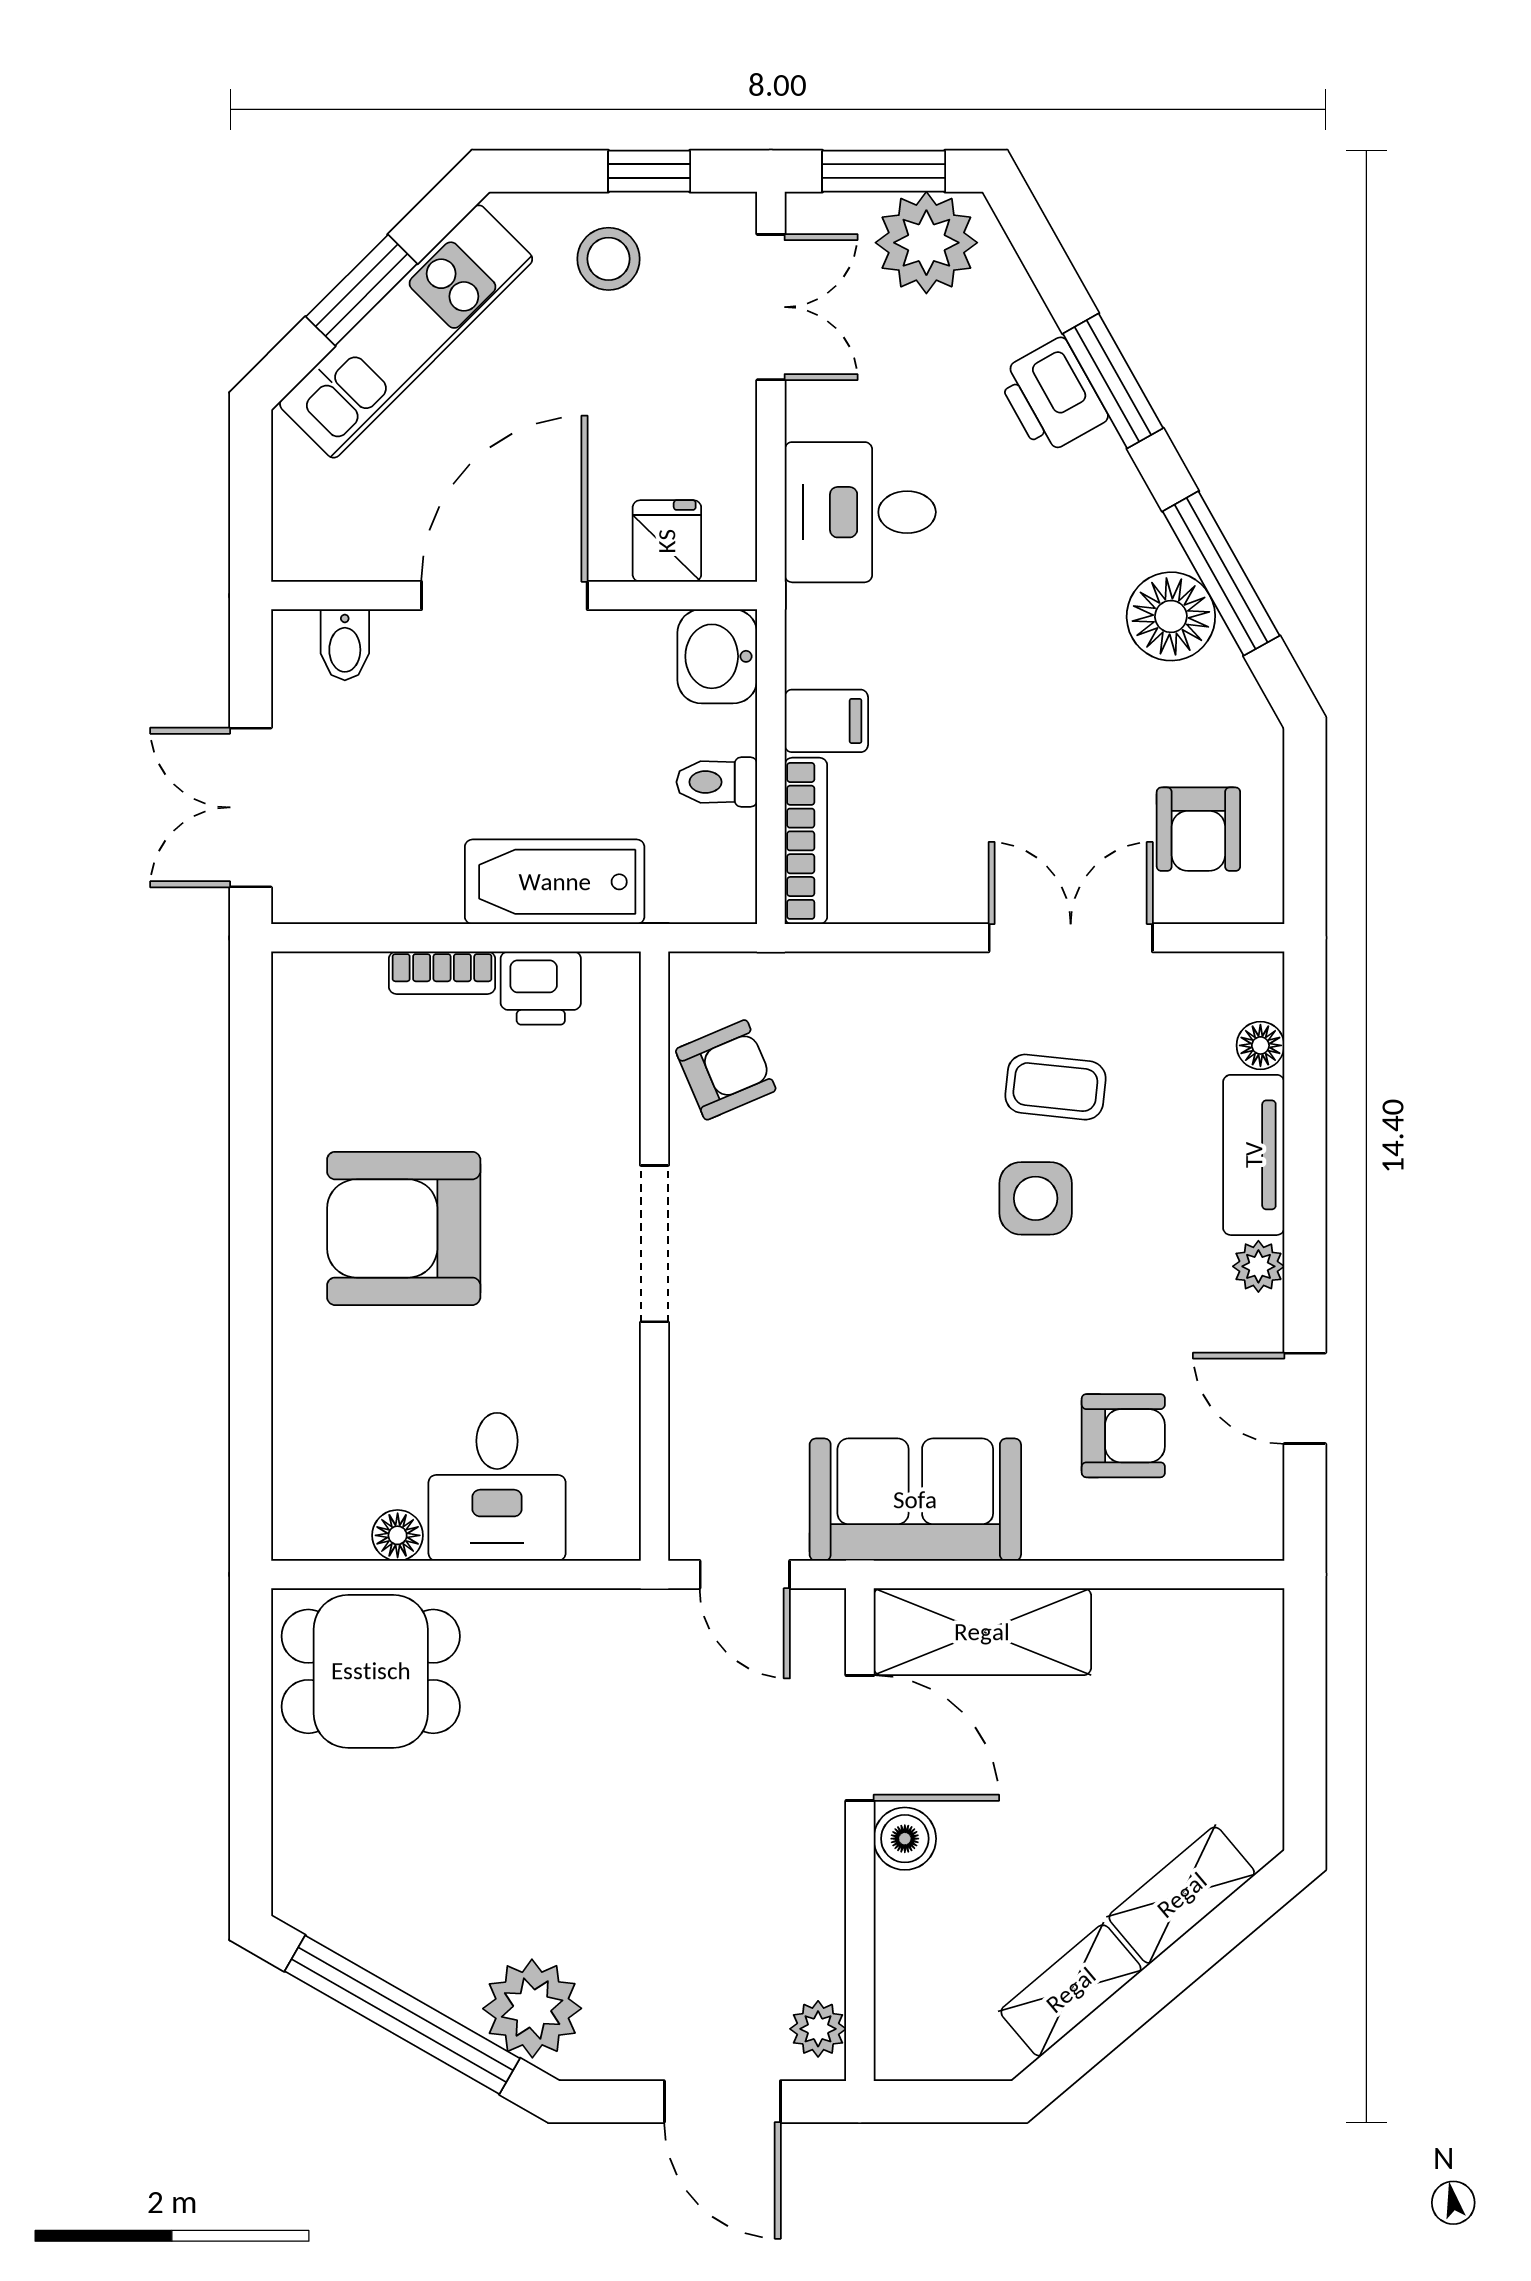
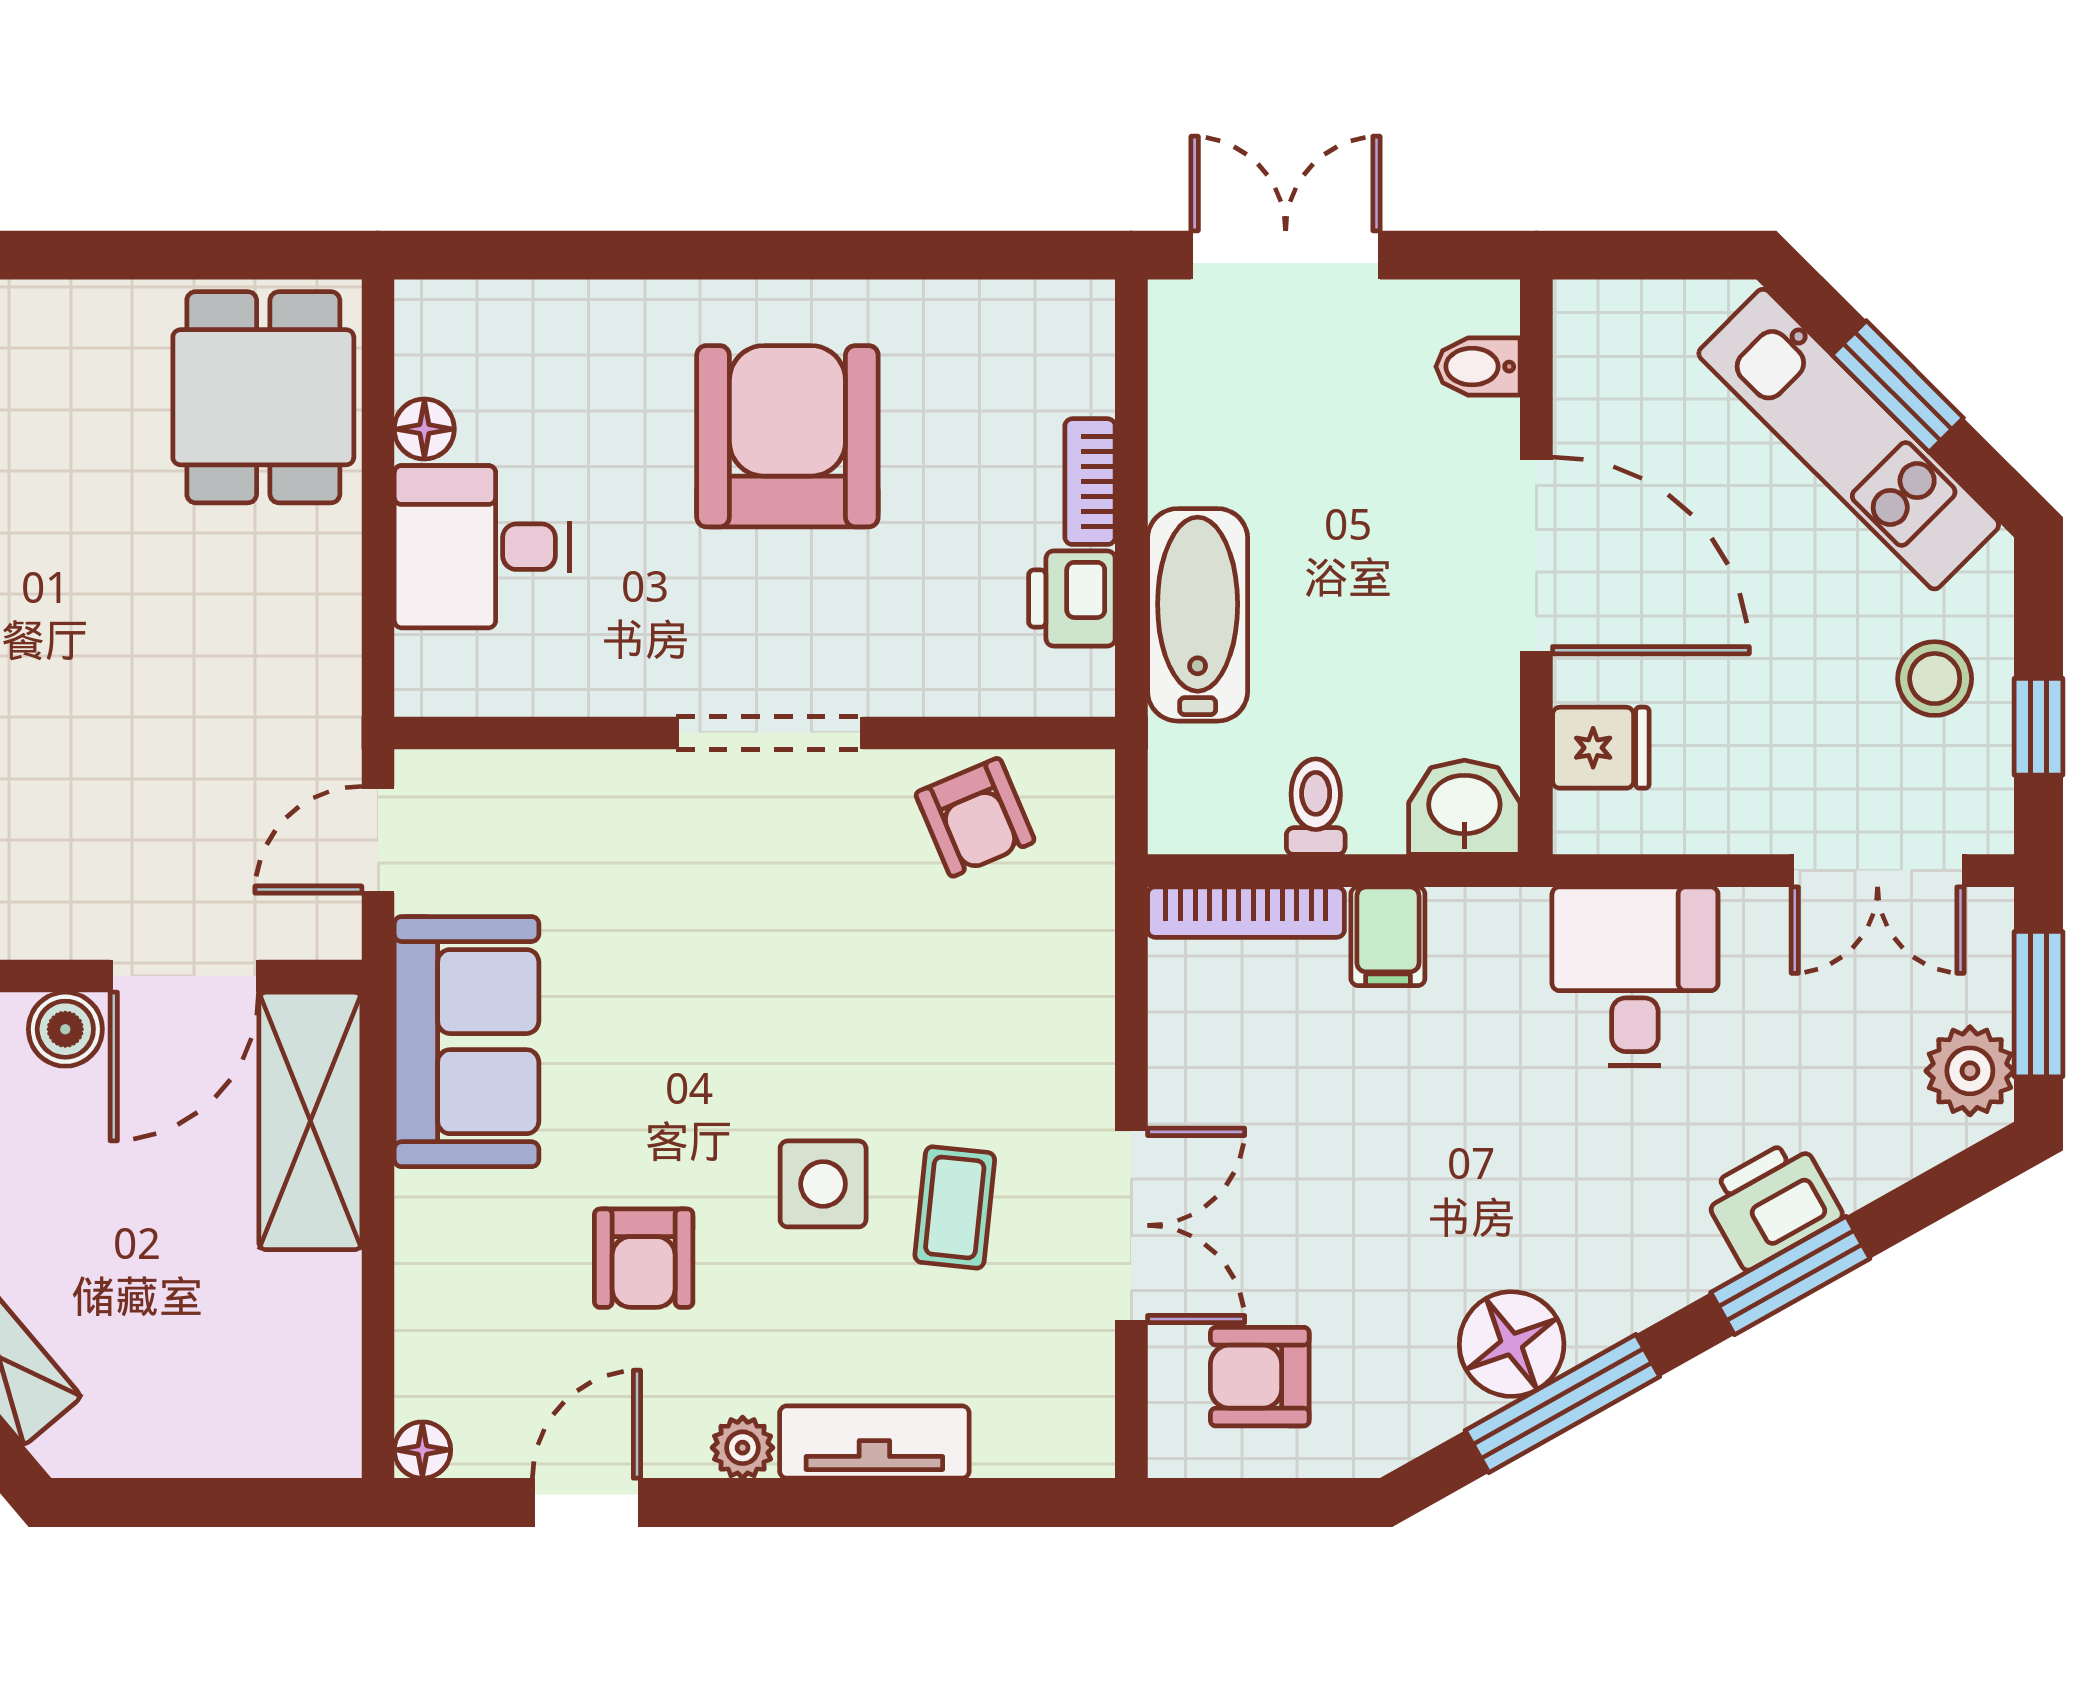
plant: (926, 243) -> (1970, 1071), width x0.73, depth x0.73
floor lamp: (1260, 1045) -> (422, 1450), moved
armchair: (1123, 1436) -> (644, 1258), moved

